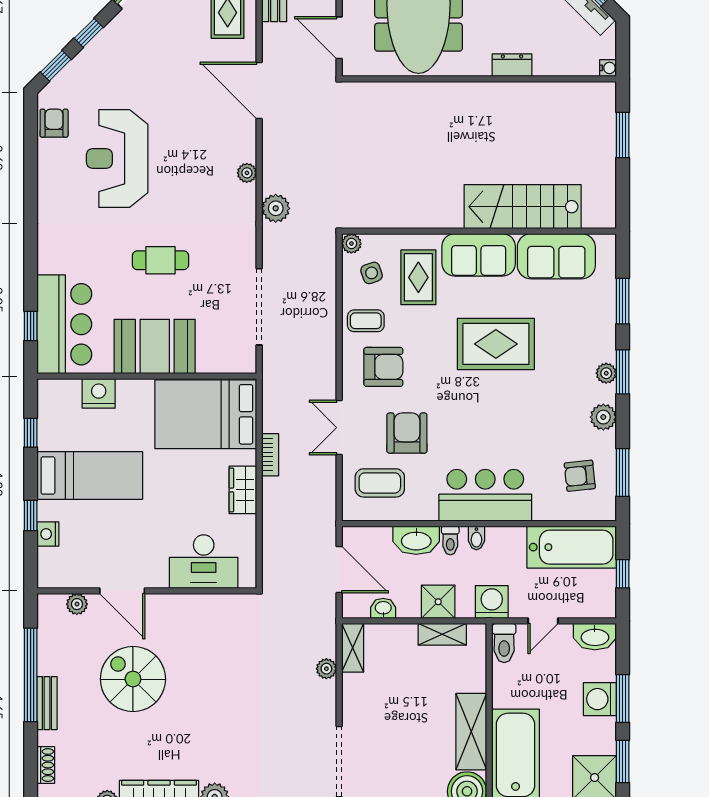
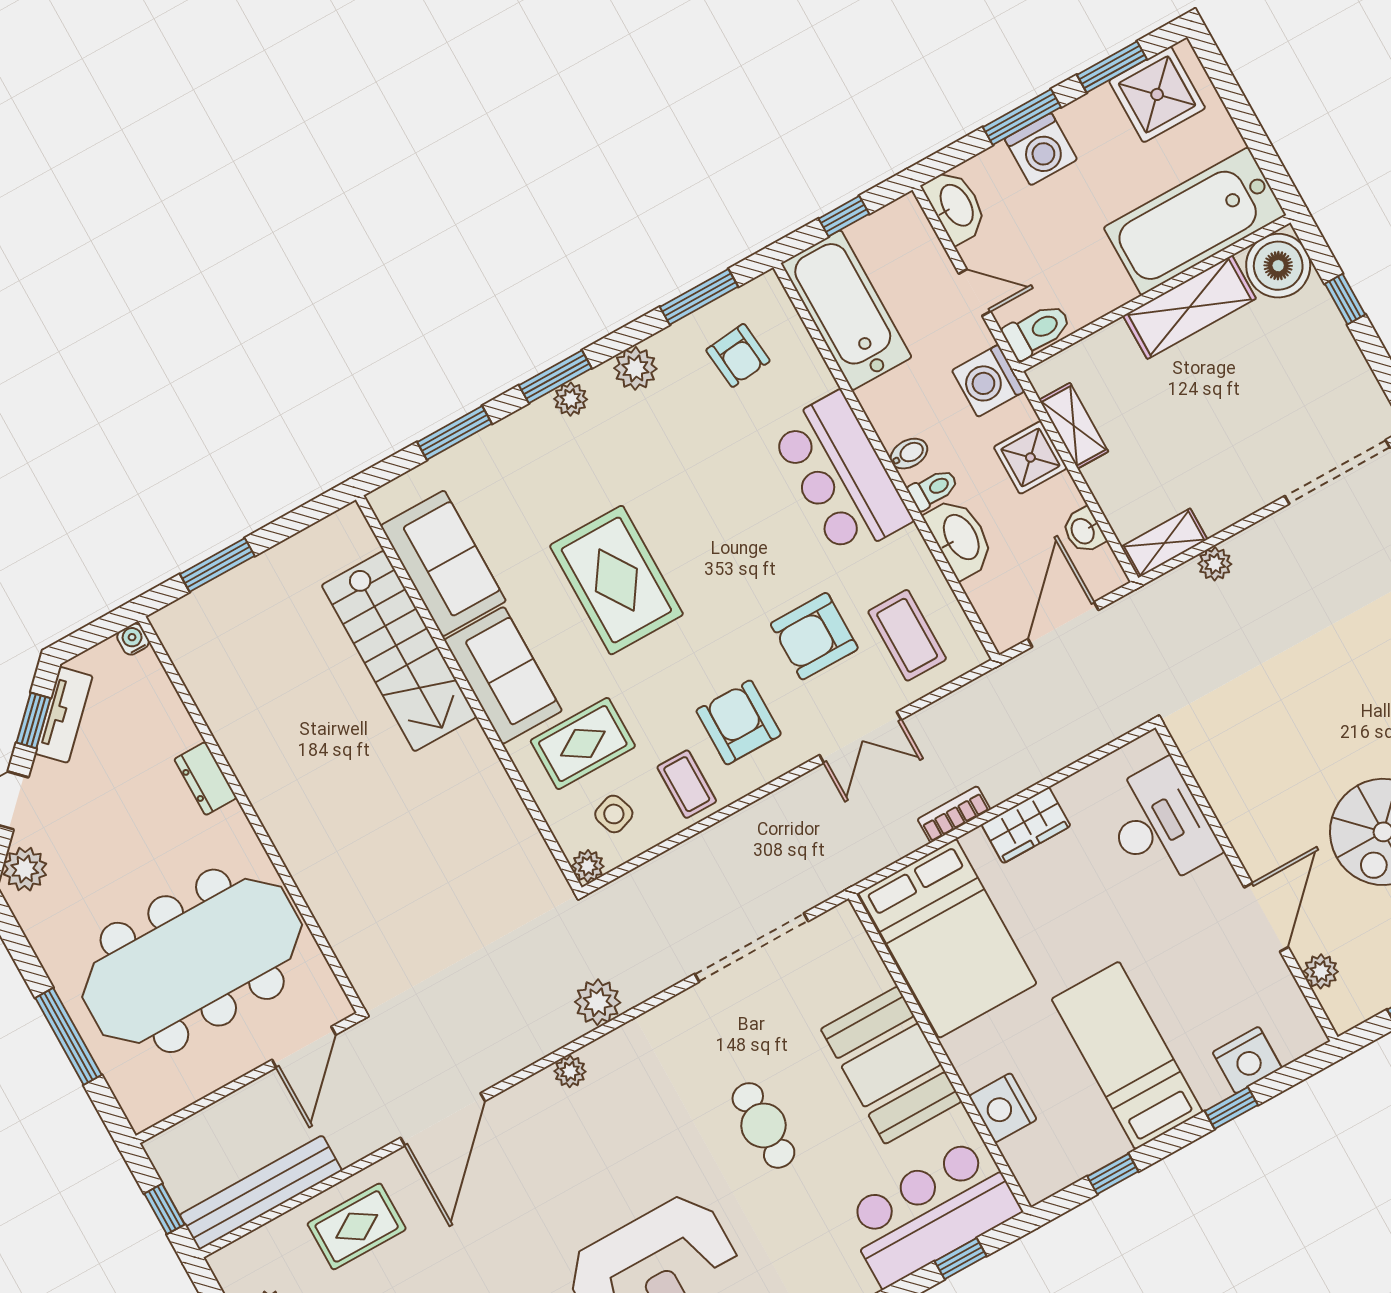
nightstand: (48, 534) -> (1247, 1060), width x1.36, depth x1.33

